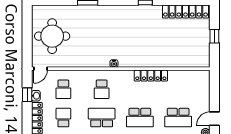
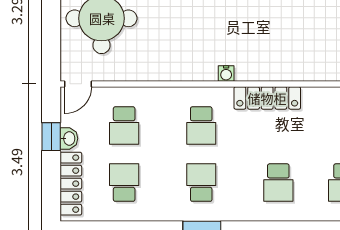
locker: (151, 76) -> (267, 98), moved
school desk: (102, 118) -> (201, 183), width x0.54
school desk: (140, 118) -> (278, 183), width x0.54

